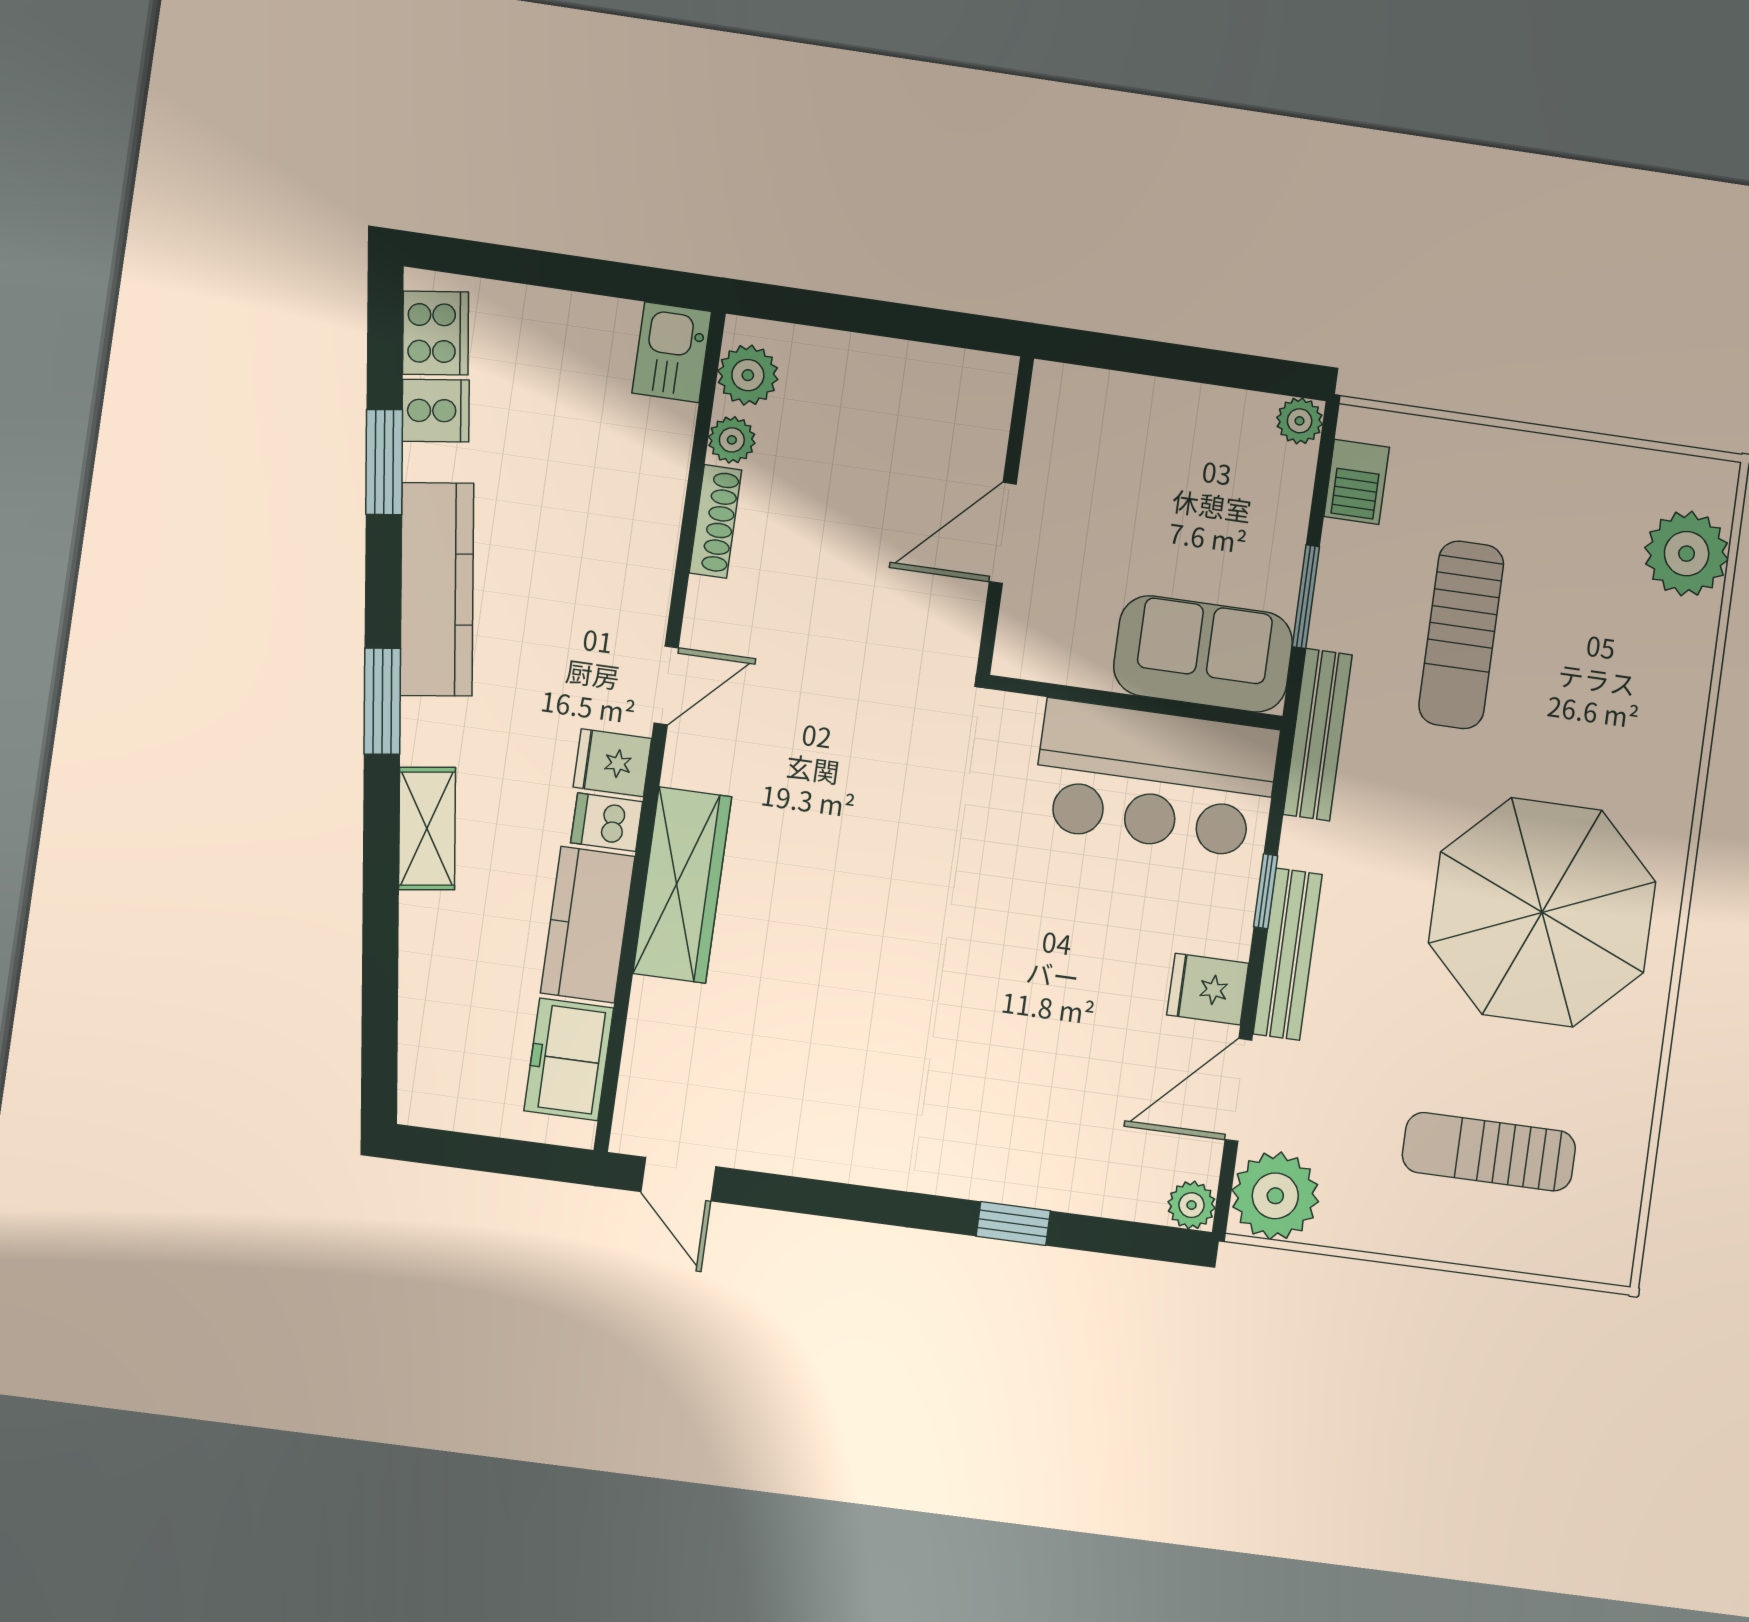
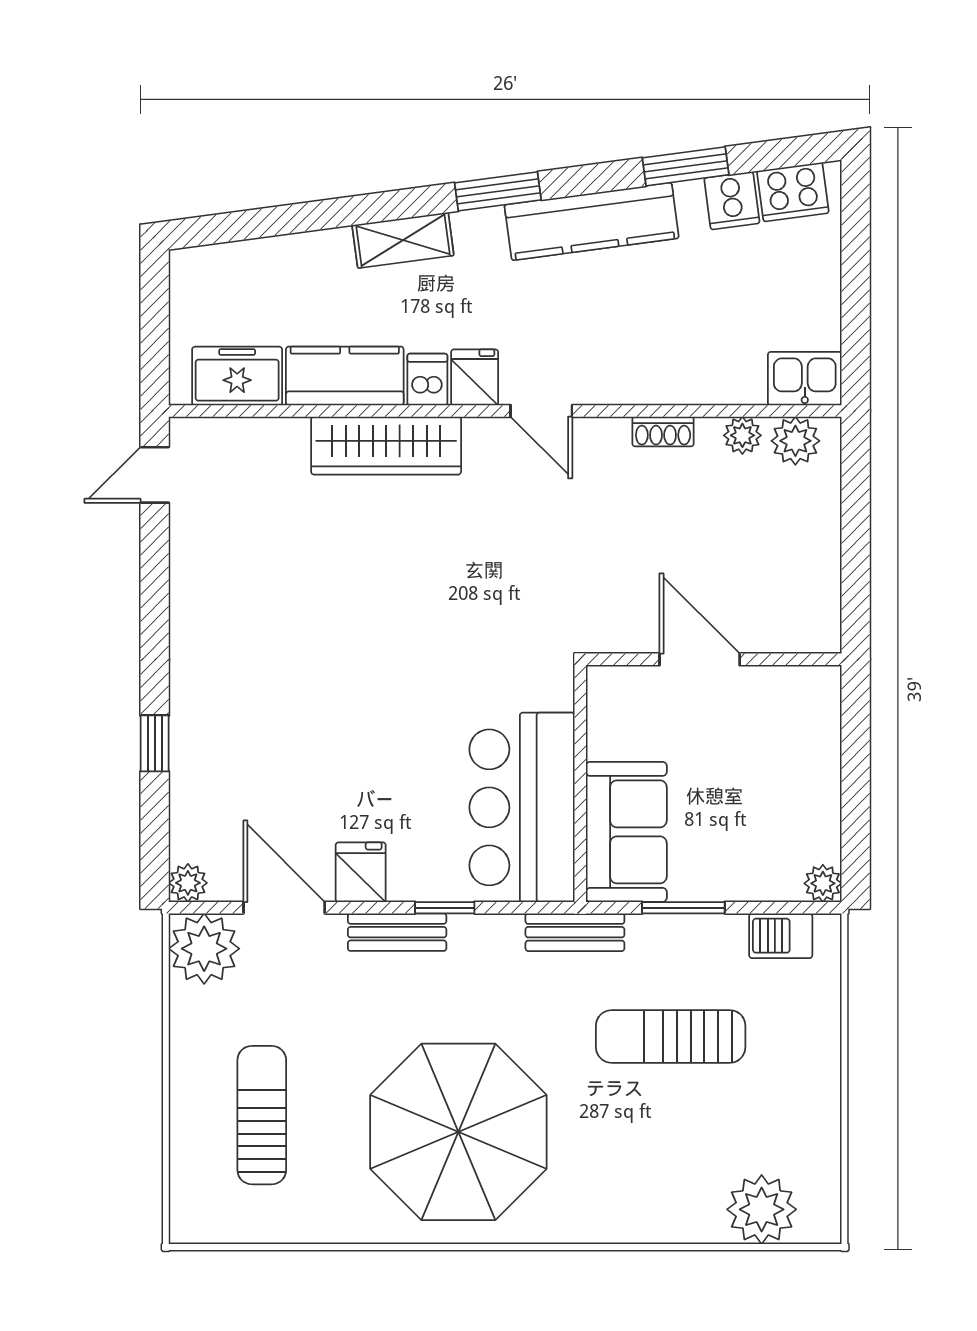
shoe rack: (715, 521) -> (663, 431), width x0.70
bench: (1318, 735) -> (575, 932), width x0.73
bench: (1288, 954) -> (397, 932), width x0.73

